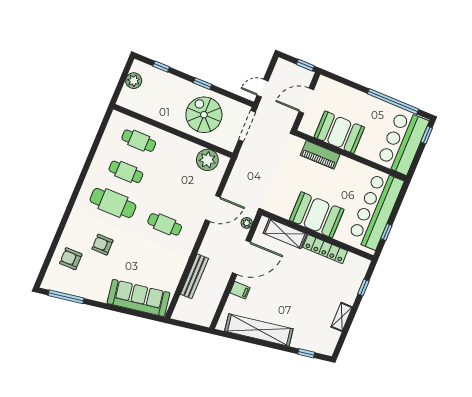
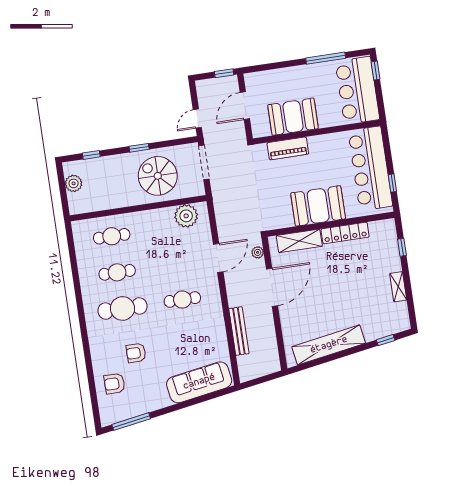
window: (393, 101) -> (326, 58), width x0.68
filing cabinet: (240, 290) -> (289, 319), removed

